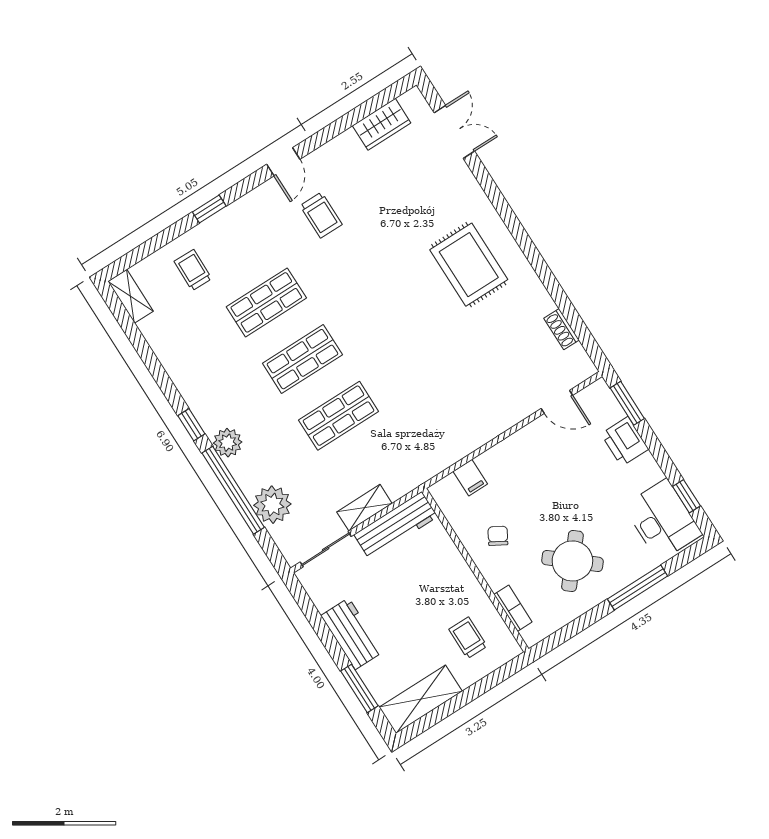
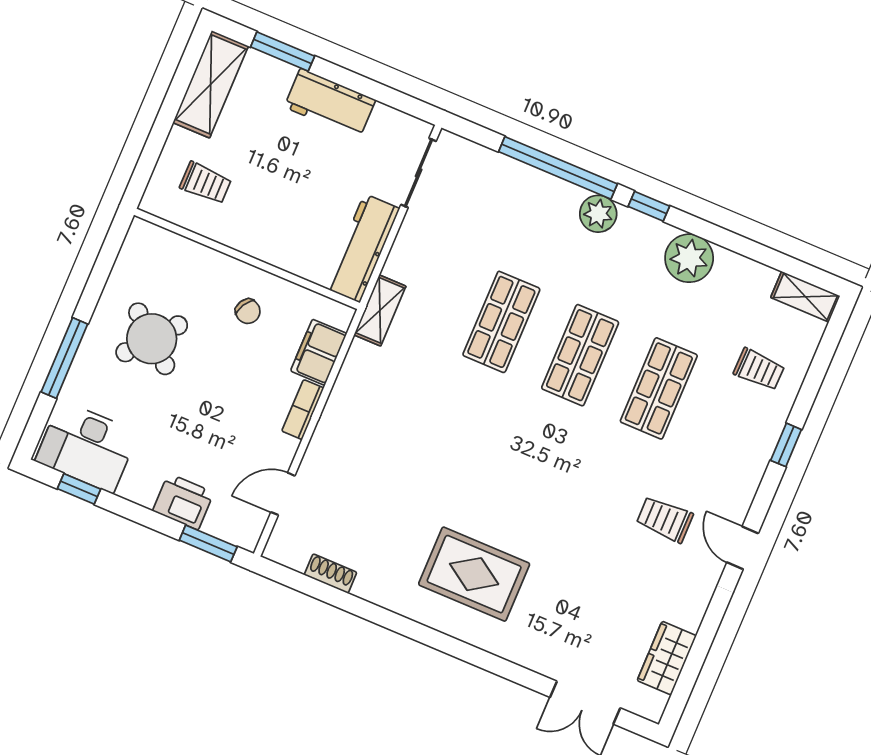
filing cabinet: (470, 478) -> (319, 352), width x2.00
plant: (272, 505) -> (689, 258), moved
shelving: (364, 508) -> (380, 310), moved
bookcase: (513, 608) -> (303, 410), moved, turned 90

